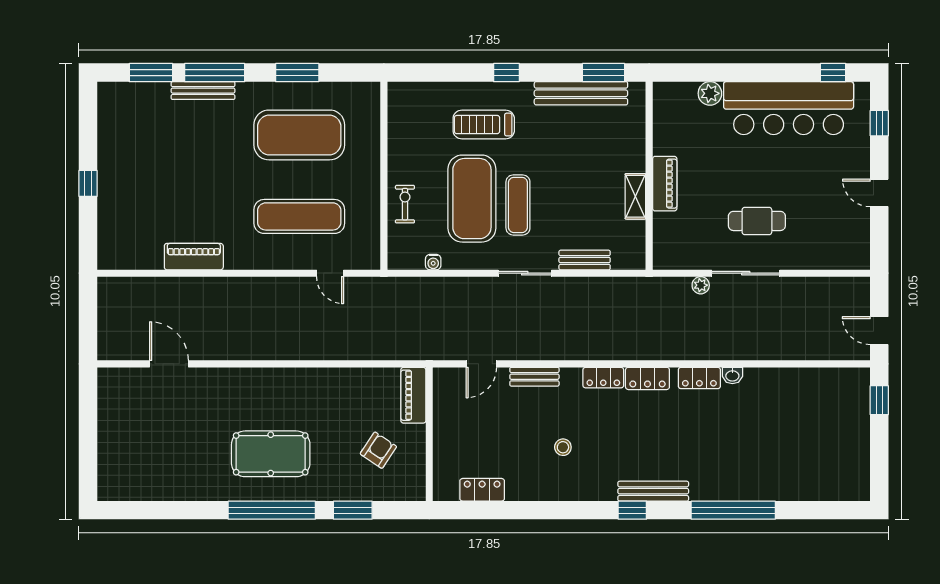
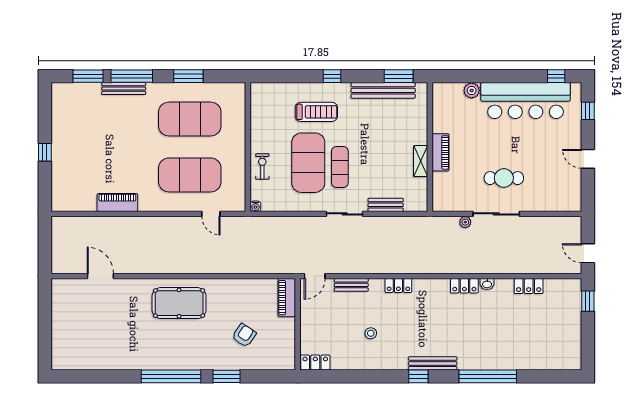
treadmill: (484, 125) -> (316, 112), turned 180
exercise mat: (299, 216) -> (190, 175), width x1.47
water cooler: (433, 262) -> (255, 206), moved
locker: (647, 378) -> (529, 286), moved
piano: (413, 395) -> (287, 298), moved
wall: (429, 434) -> (298, 324), moved
pool table: (271, 454) -> (179, 303), moved

